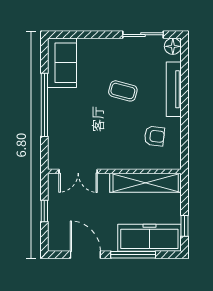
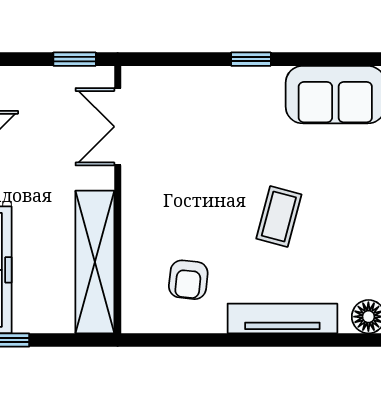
window: (44, 105) -> (251, 59), width x0.32
window: (44, 211) -> (75, 59), moved

